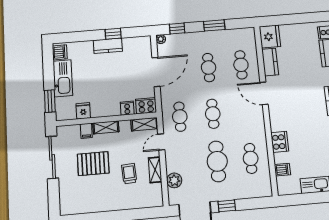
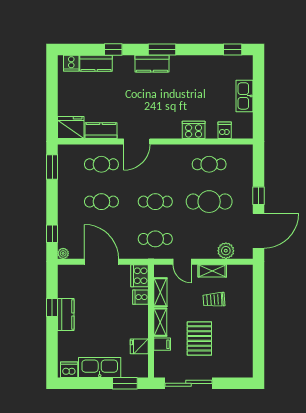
window: (214, 25) -> (52, 167), moved
shelving: (144, 124) -> (160, 292), moved

